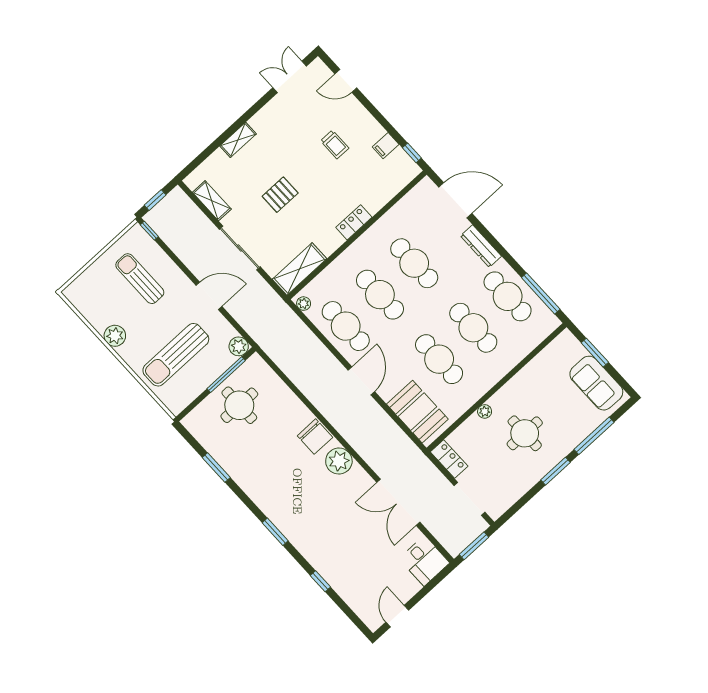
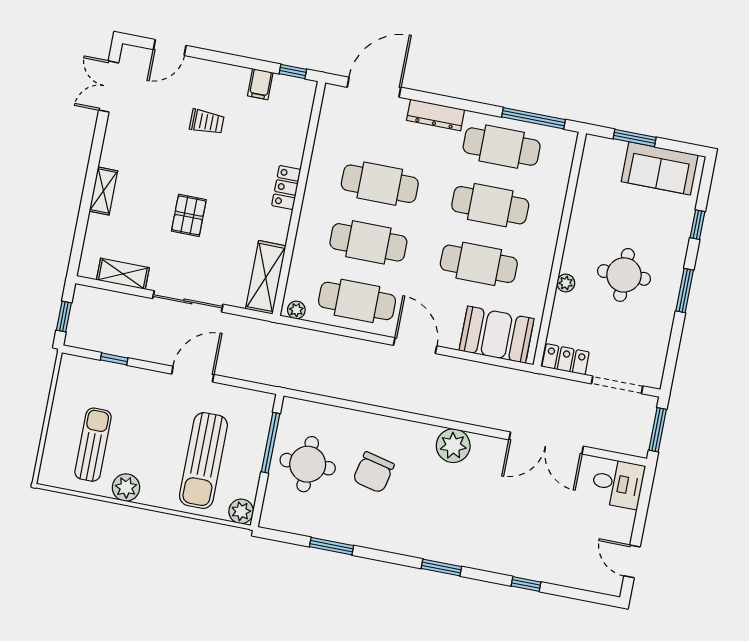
window: (149, 231) -> (114, 359), moved
sun lounger: (140, 279) -> (93, 445), moved, turned 90
plant: (239, 346) -> (241, 511), moved
window: (594, 436) -> (697, 225), width x0.46
chair: (315, 437) -> (374, 472), moved, turned 103

